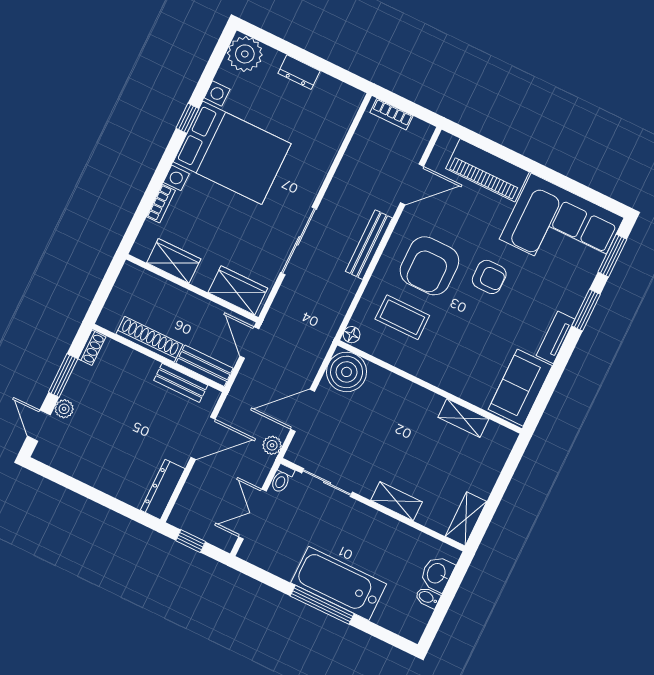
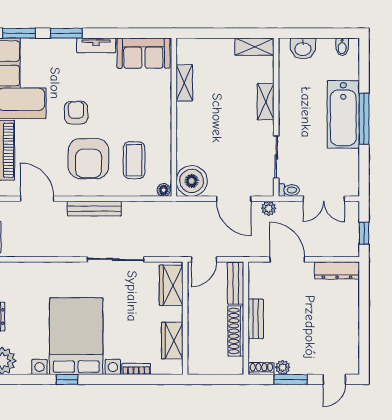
armchair: (429, 266) -> (89, 159), turned 90
bench: (181, 383) -> (256, 319), moved
plant: (64, 409) -> (283, 367), moved
bidet: (428, 598) -> (342, 47), moved

